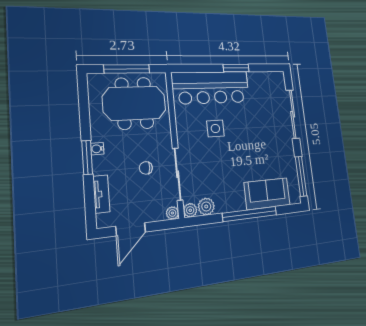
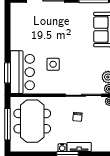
window: (236, 68) -> (8, 73), moved
bar counter: (211, 88) -> (22, 72), width x0.73
tv unit: (101, 194) -> (79, 147), moved

